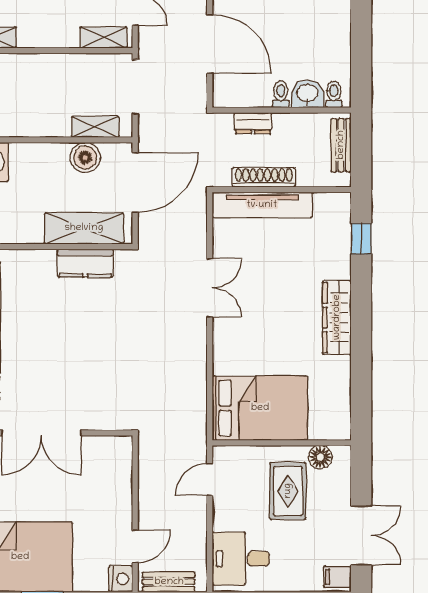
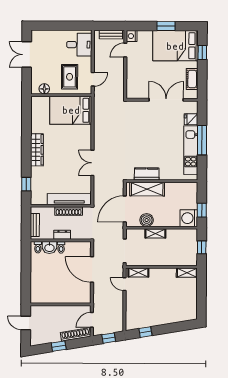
dresser: (253, 123) -> (62, 235), moved
shelving: (95, 127) -> (155, 233), moved
rug: (288, 491) -> (70, 77), moved
filing cabinet: (337, 577) -> (37, 37), removed

